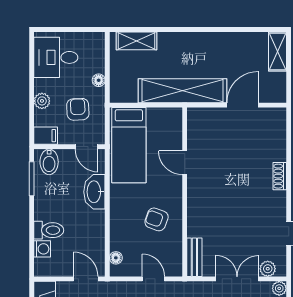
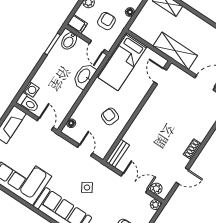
shelving: (183, 91) -> (175, 51), width x0.68
door: (185, 163) -> (160, 76), moved
shoe rack: (280, 176) -> (192, 149), moved
toilet: (49, 230) -> (28, 103), moved

